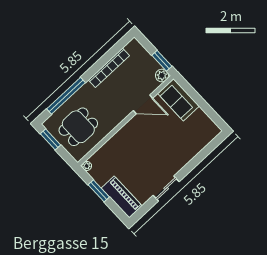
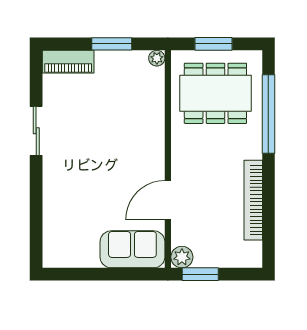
dining table: (78, 127) -> (215, 93), width x1.38
window: (50, 139) -> (214, 44), moved
piano: (122, 197) -> (68, 62), width x0.73, depth x0.75

